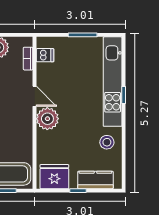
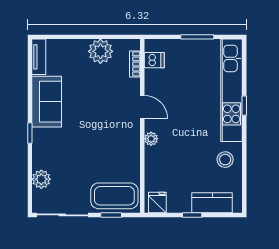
plant: (47, 119) -> (151, 139), width x0.53, depth x0.53
fridge: (54, 177) -> (157, 202), width x0.53, depth x0.75

